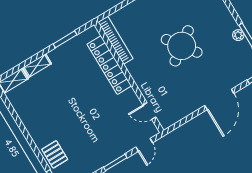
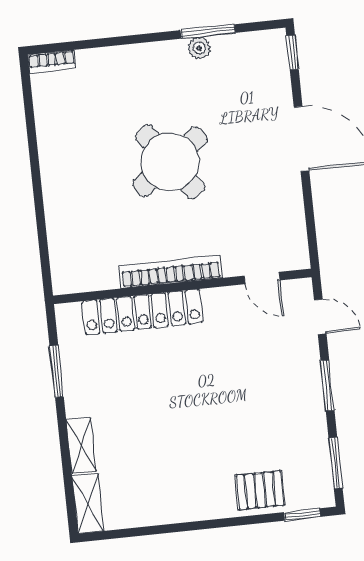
bookcase: (116, 40) -> (171, 272), moved
door: (149, 111) -> (262, 278), hinge flipped

